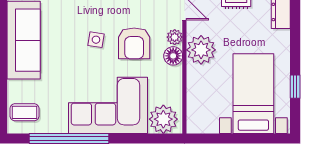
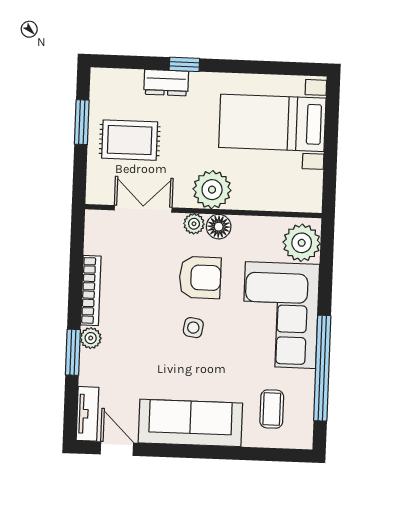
window: (295, 87) -> (184, 64), moved
coffee table: (24, 112) -> (272, 409), moved

